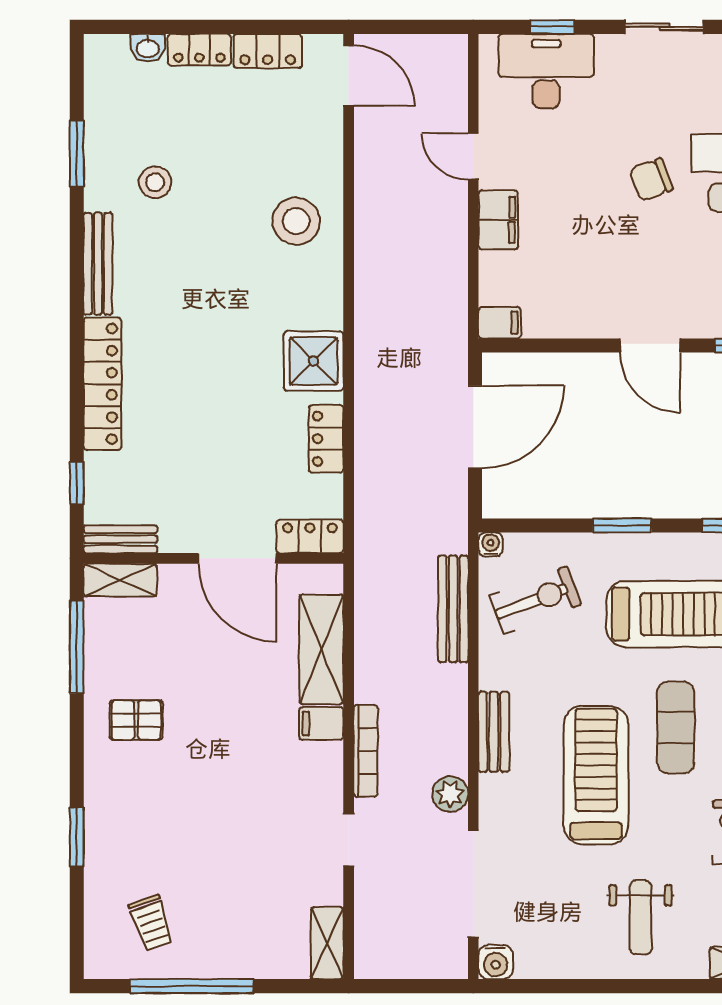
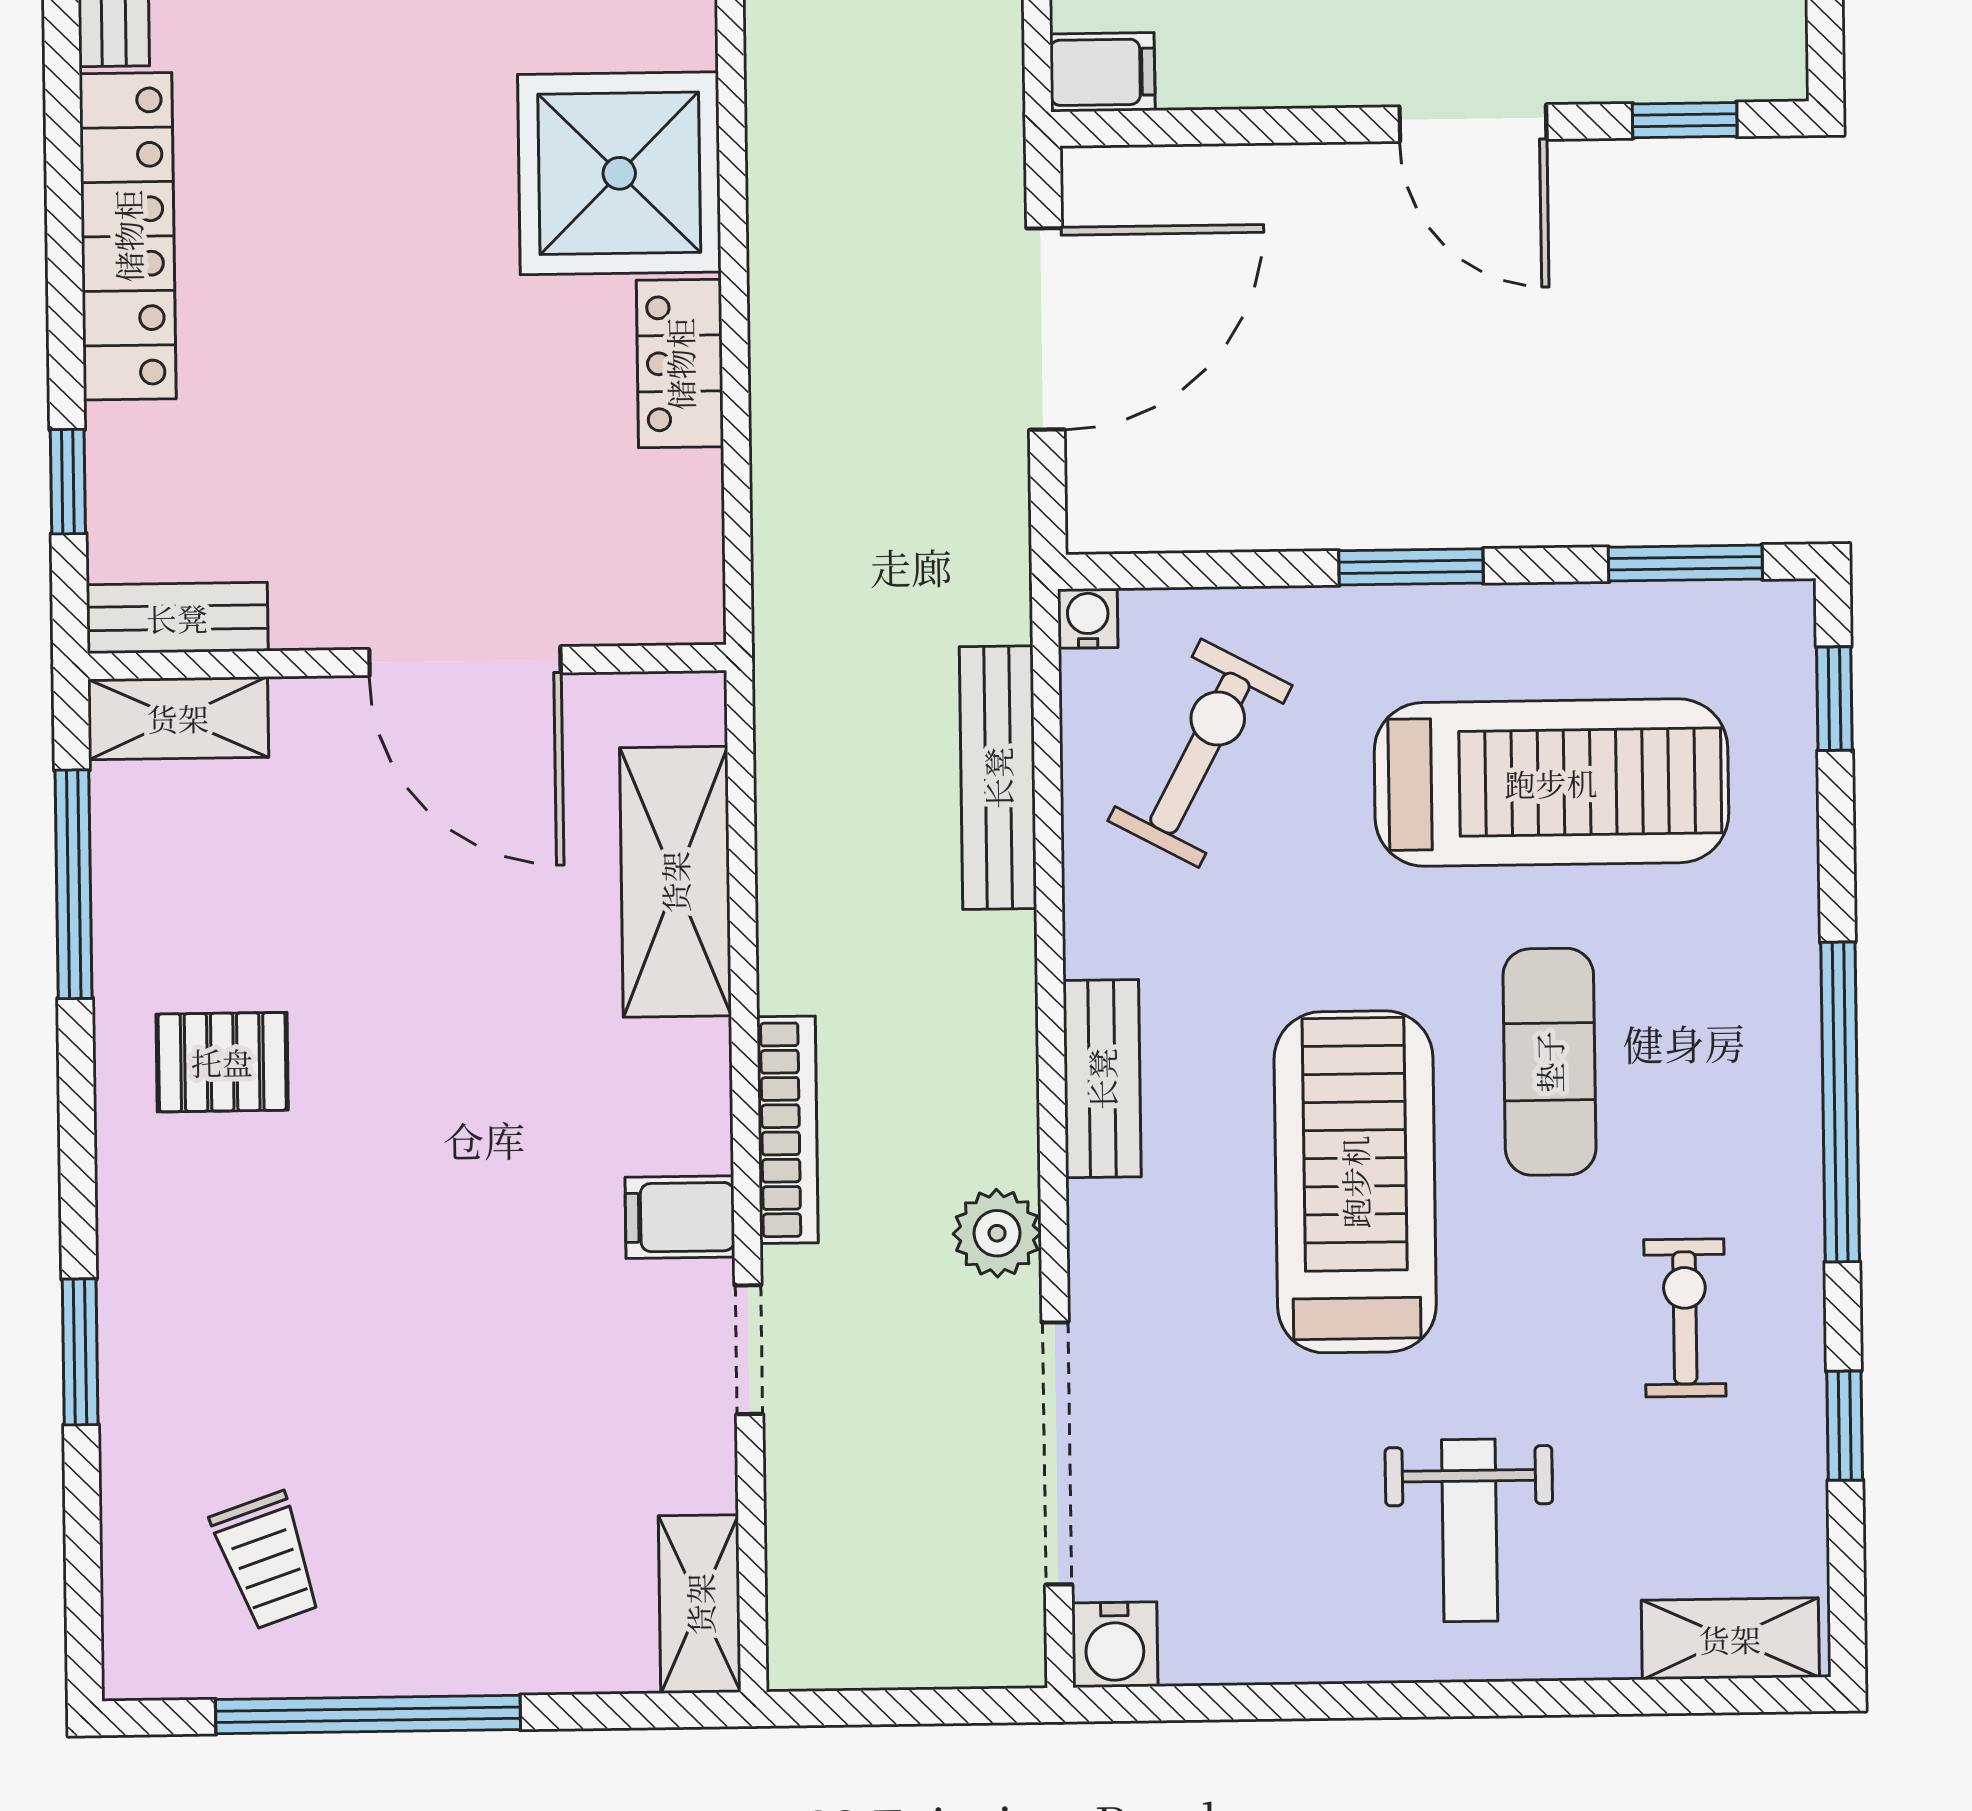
shower: (314, 361) -> (619, 173), width x1.37, depth x1.37
locker: (310, 536) -> (643, 604), removed
exercise bike: (535, 600) -> (1200, 753), turned -41
filing cabinet: (321, 724) -> (680, 1217), moved

